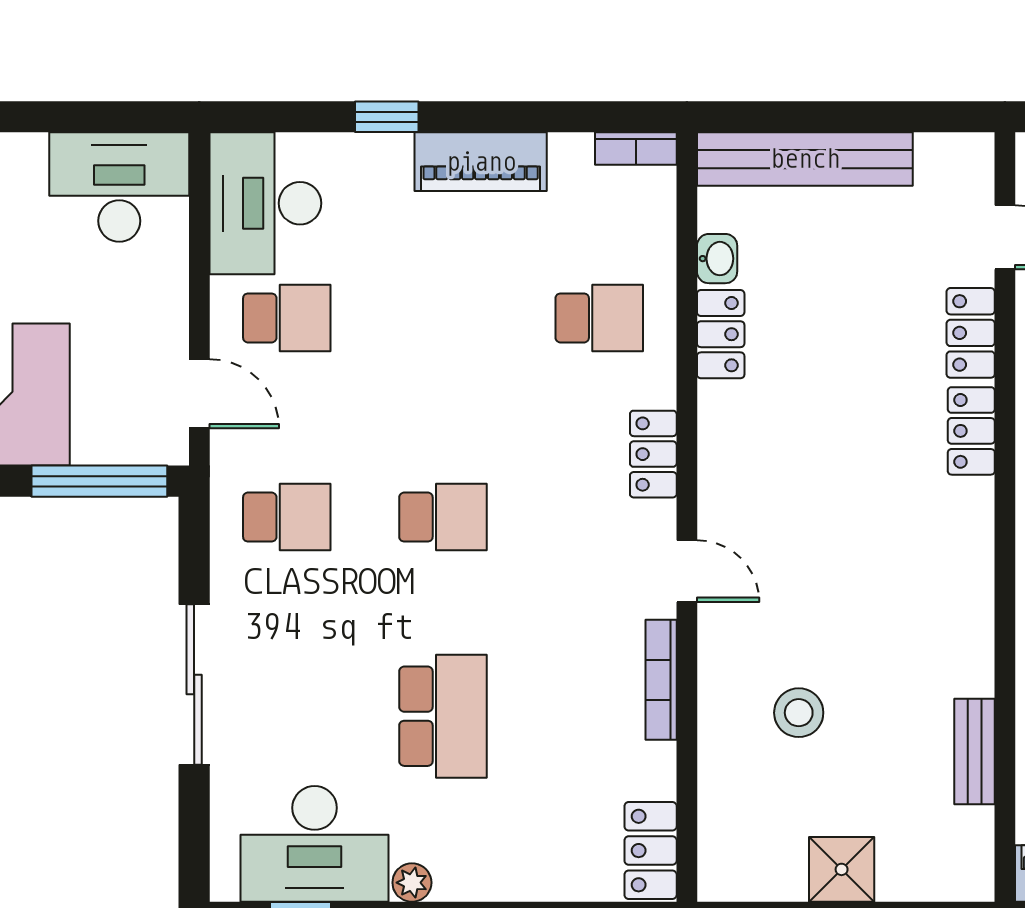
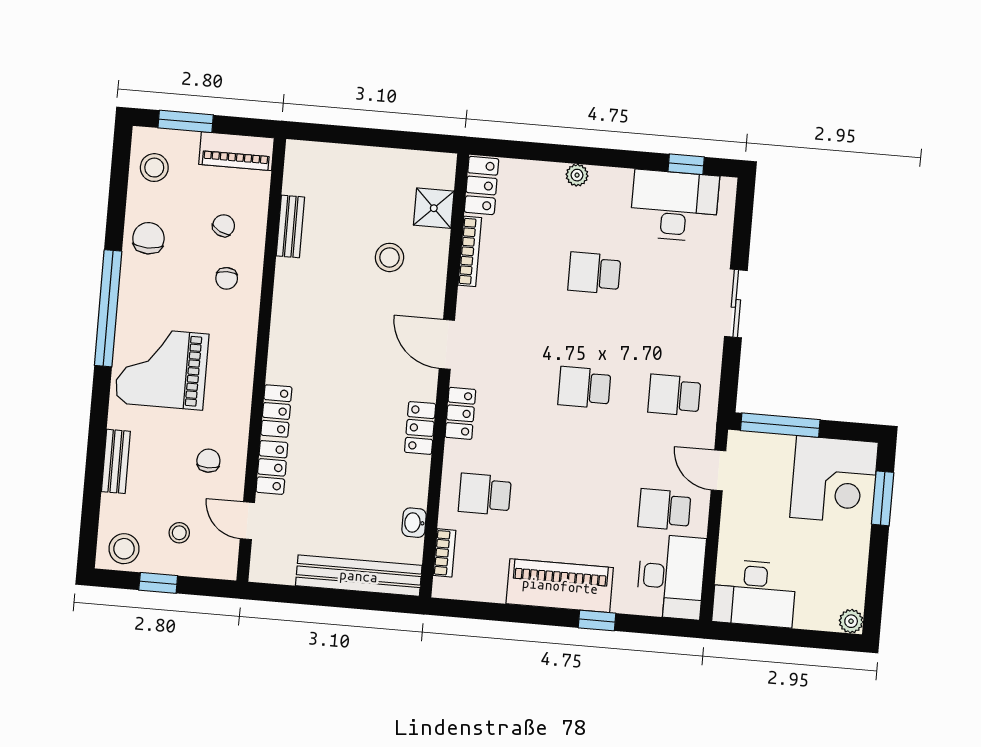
bookcase: (636, 148) -> (444, 553), moved, turned 90
piano: (481, 162) -> (560, 586), width x1.37, depth x1.33
locker: (721, 334) -> (420, 428), moved
door: (687, 571) -> (447, 344), width x1.38
bookcase: (661, 680) -> (470, 251), moved
sliding door: (194, 685) -> (736, 303), width x0.73
school desk: (443, 716) -> (594, 273), width x0.54
shower: (842, 869) -> (434, 208), moved
plant: (412, 883) -> (577, 175), moved

